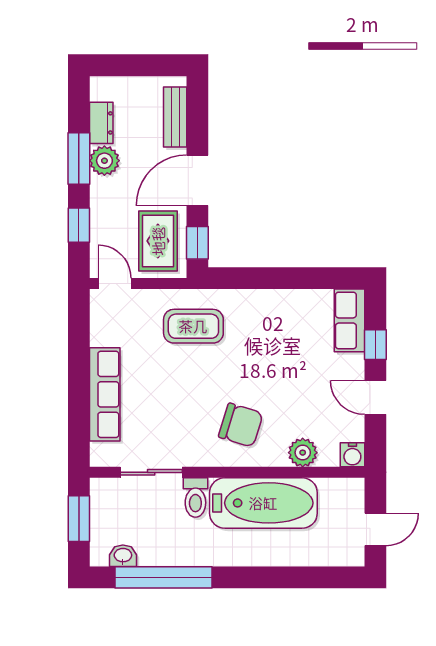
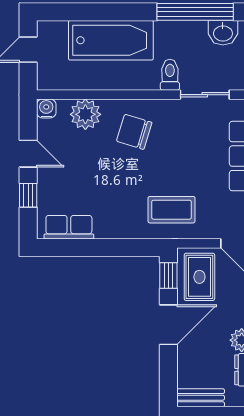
bench: (175, 117) -> (201, 398), moved, turned 90
row of seats: (350, 320) -> (69, 227), moved, turned -90
plant: (303, 453) -> (85, 114), width x1.36, depth x1.36
bathtub: (263, 503) -> (111, 40), moved, turned 180
washbasin: (123, 556) -> (223, 33), width x1.38, depth x1.45

